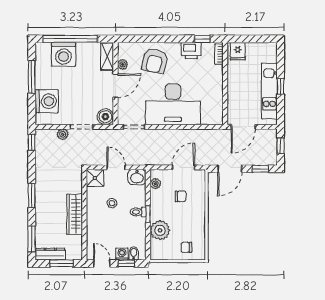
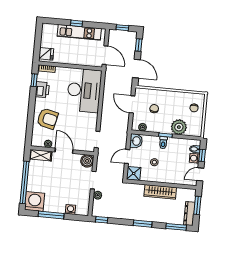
washing machine: (63, 54) -> (35, 201), moved, turned -90
washing machine: (47, 101) -> (70, 209), width x0.53, depth x0.53
desk: (173, 104) -> (84, 90), moved

